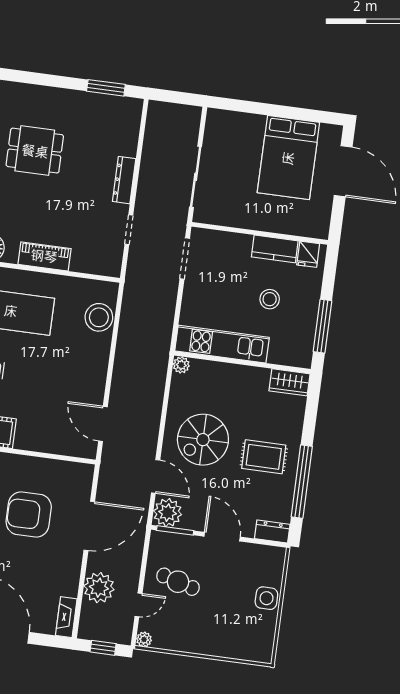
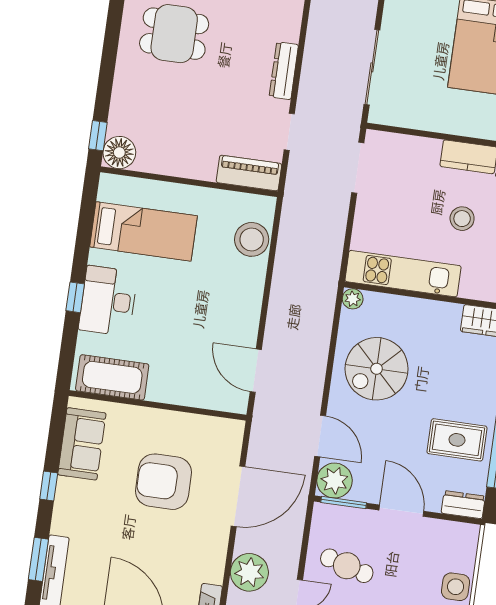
piano: (44, 256) -> (249, 173), moved
spiral stairs: (203, 440) -> (377, 369), moved
rug: (264, 457) -> (457, 440), moved

